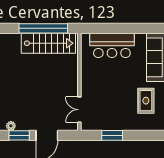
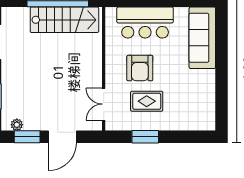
armchair: (108, 81) -> (140, 68), added
rug: (146, 101) -> (147, 101), moved, turned 90

